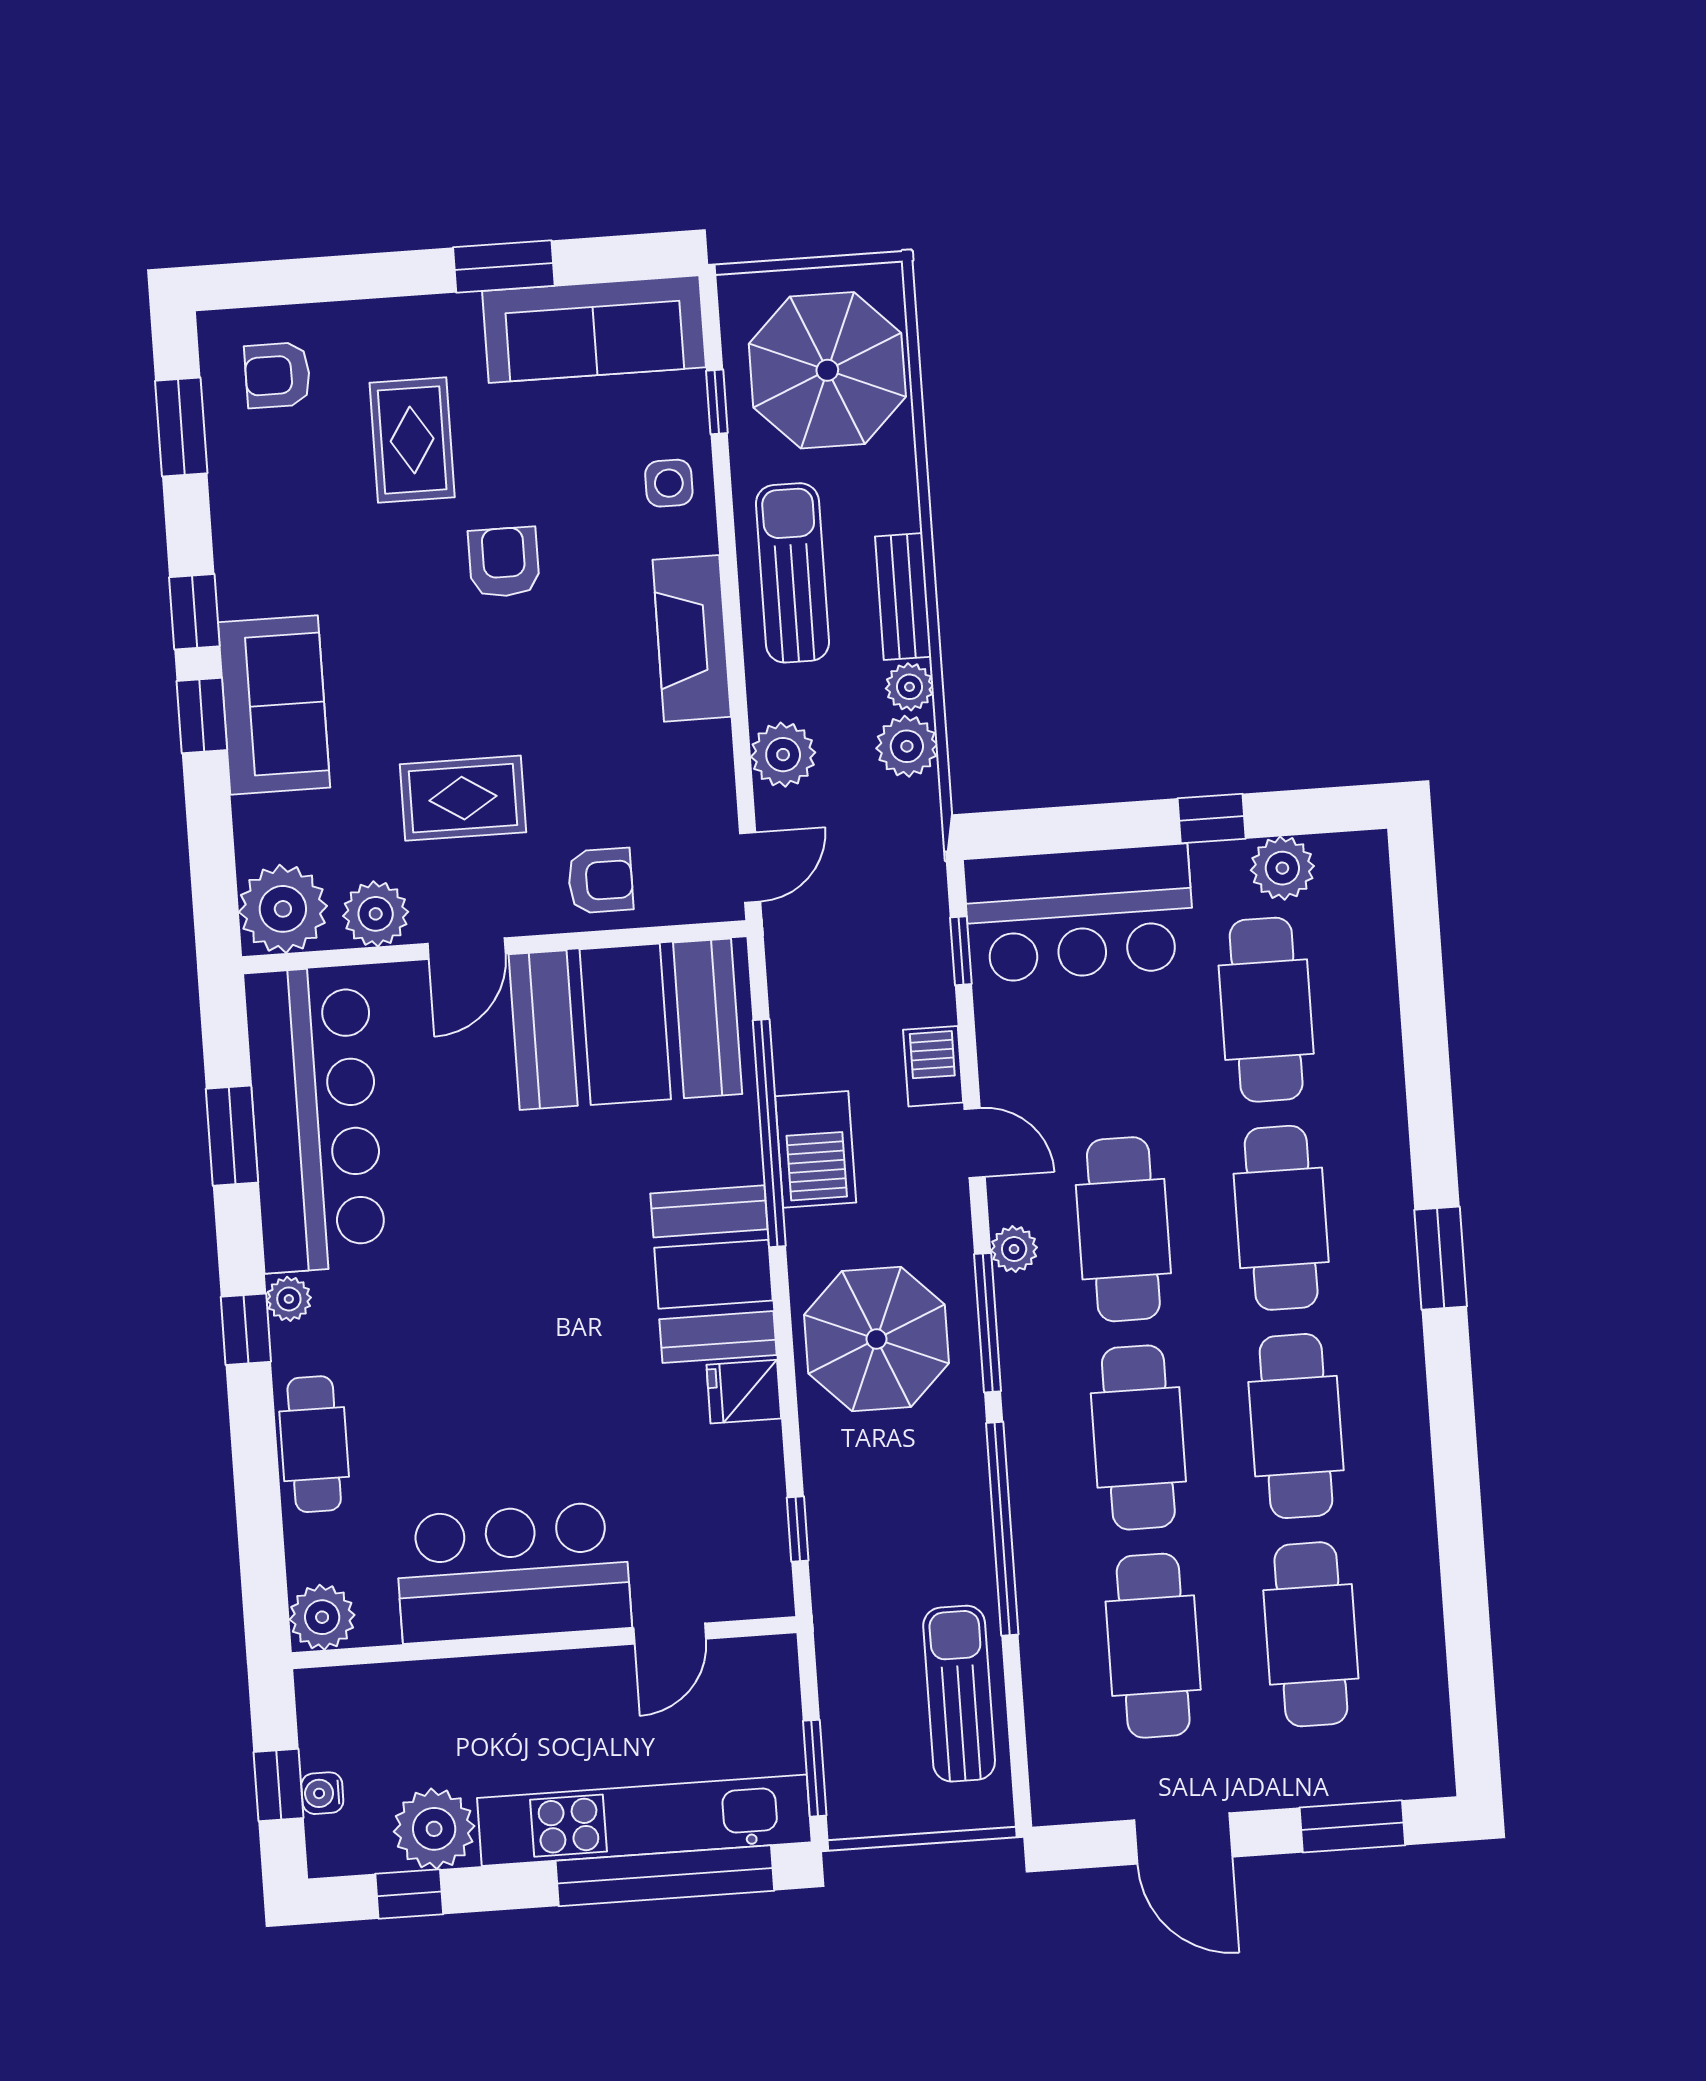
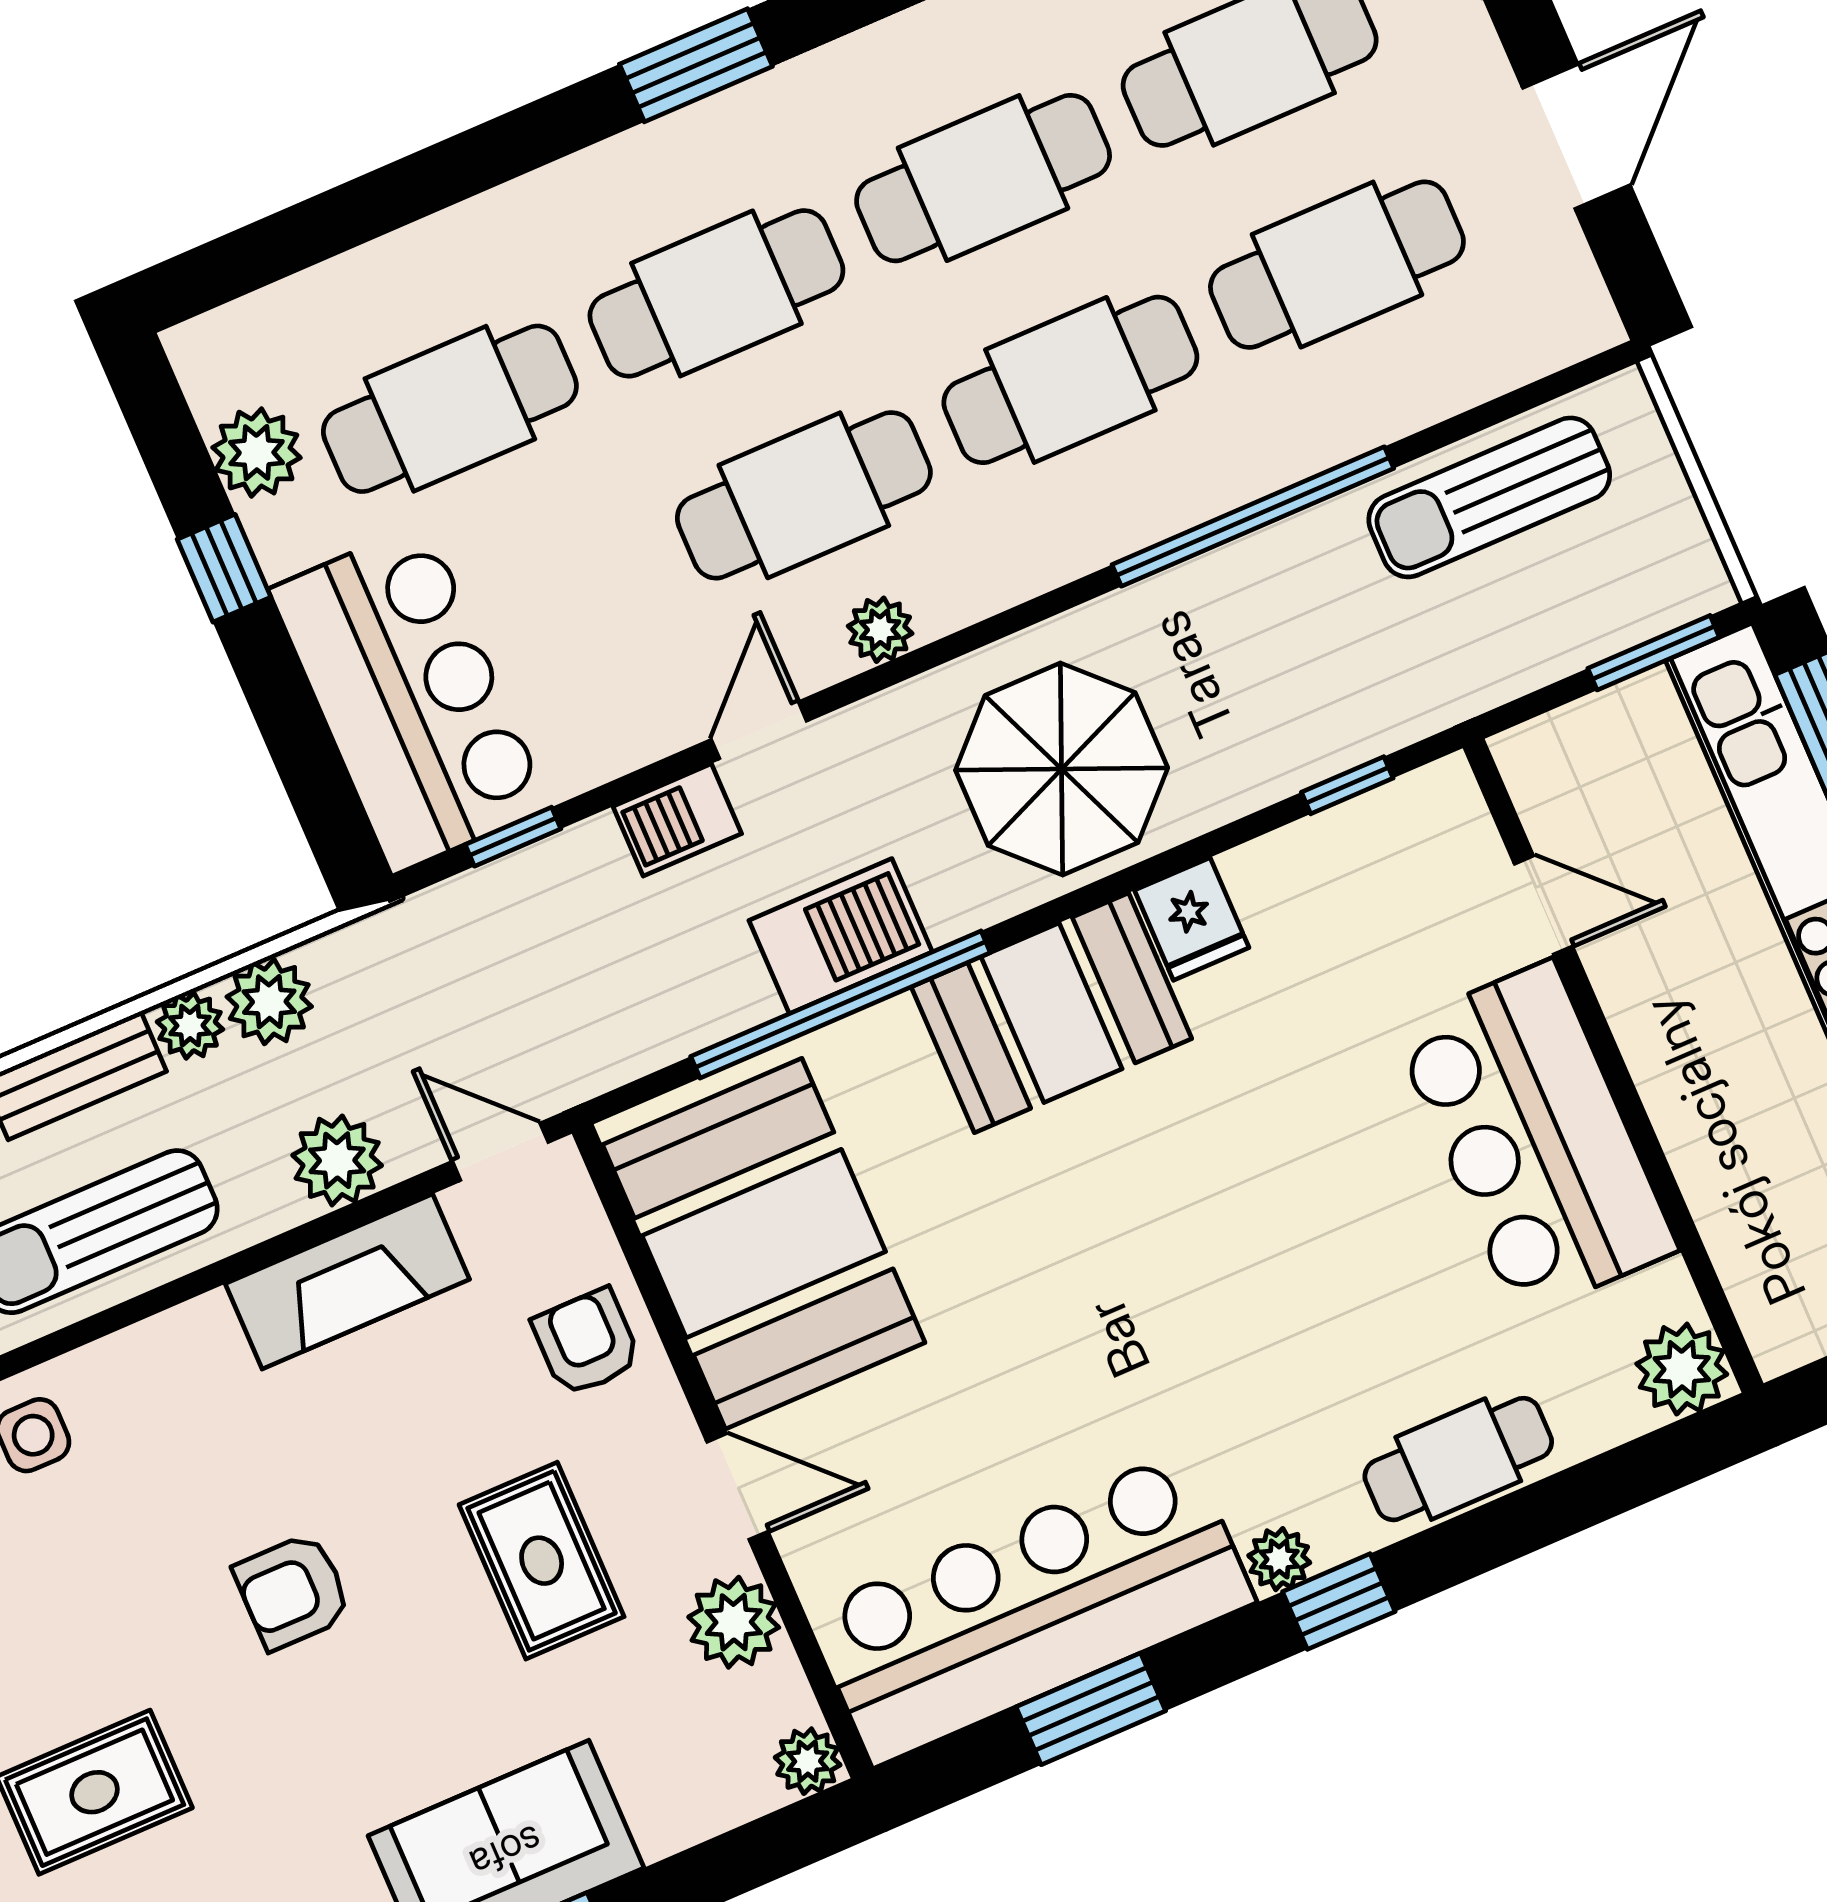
armchair: (504, 562) -> (293, 1591), moved
fireplace: (692, 638) -> (347, 1282), moved
plant: (283, 909) -> (808, 1761), width x0.53, depth x0.53
window: (988, 1323) -> (989, 631), removed

